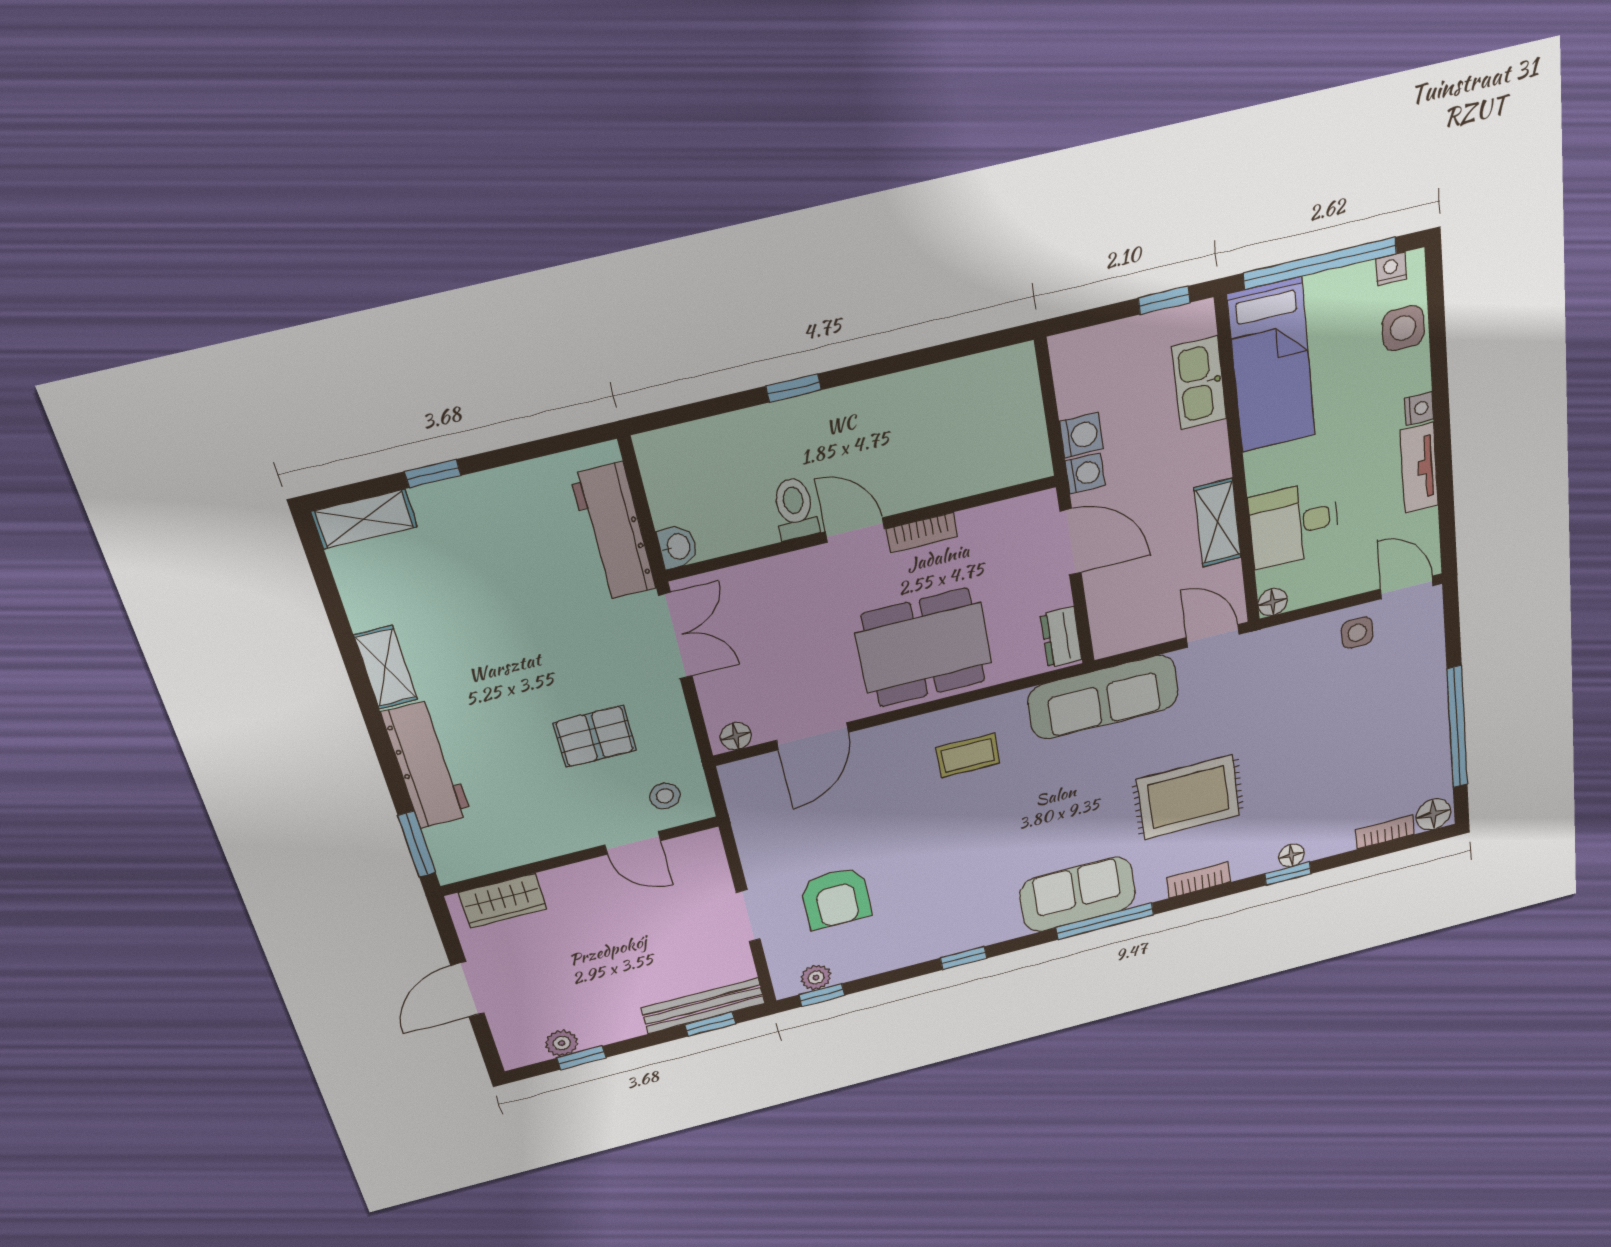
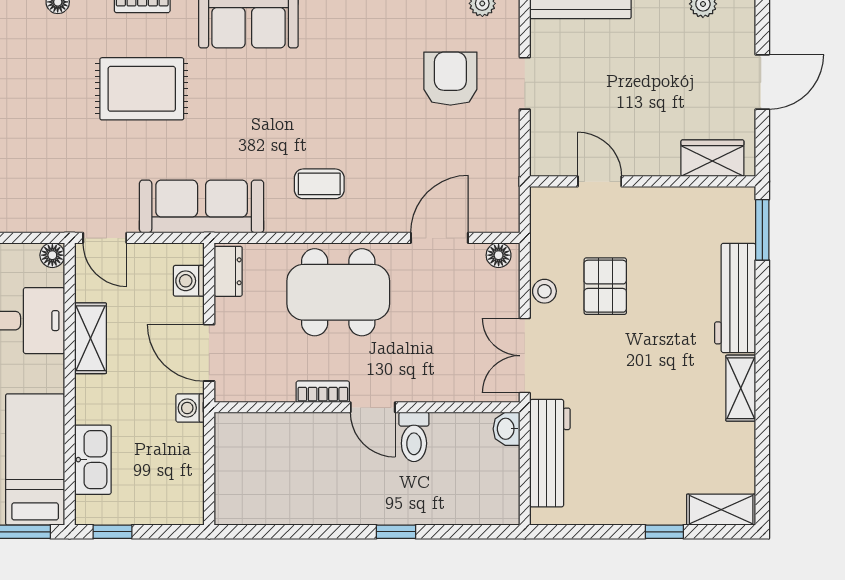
washing machine: (1081, 435) -> (189, 281), moved
pallet: (595, 736) -> (605, 286), turned 90
stool: (665, 796) -> (544, 291), moved

